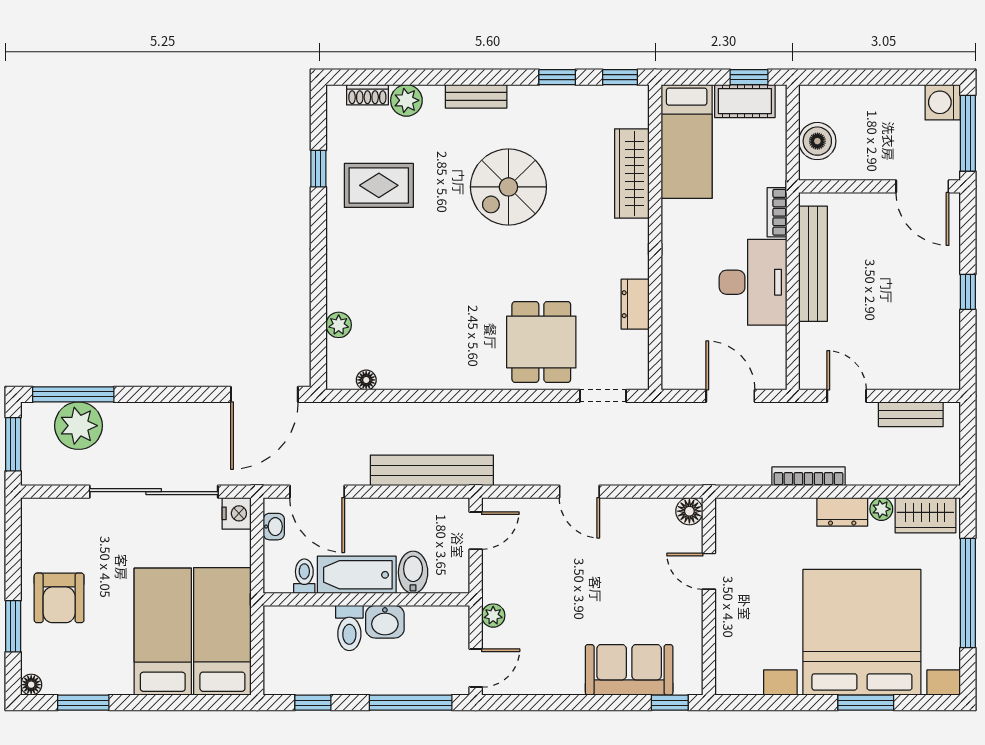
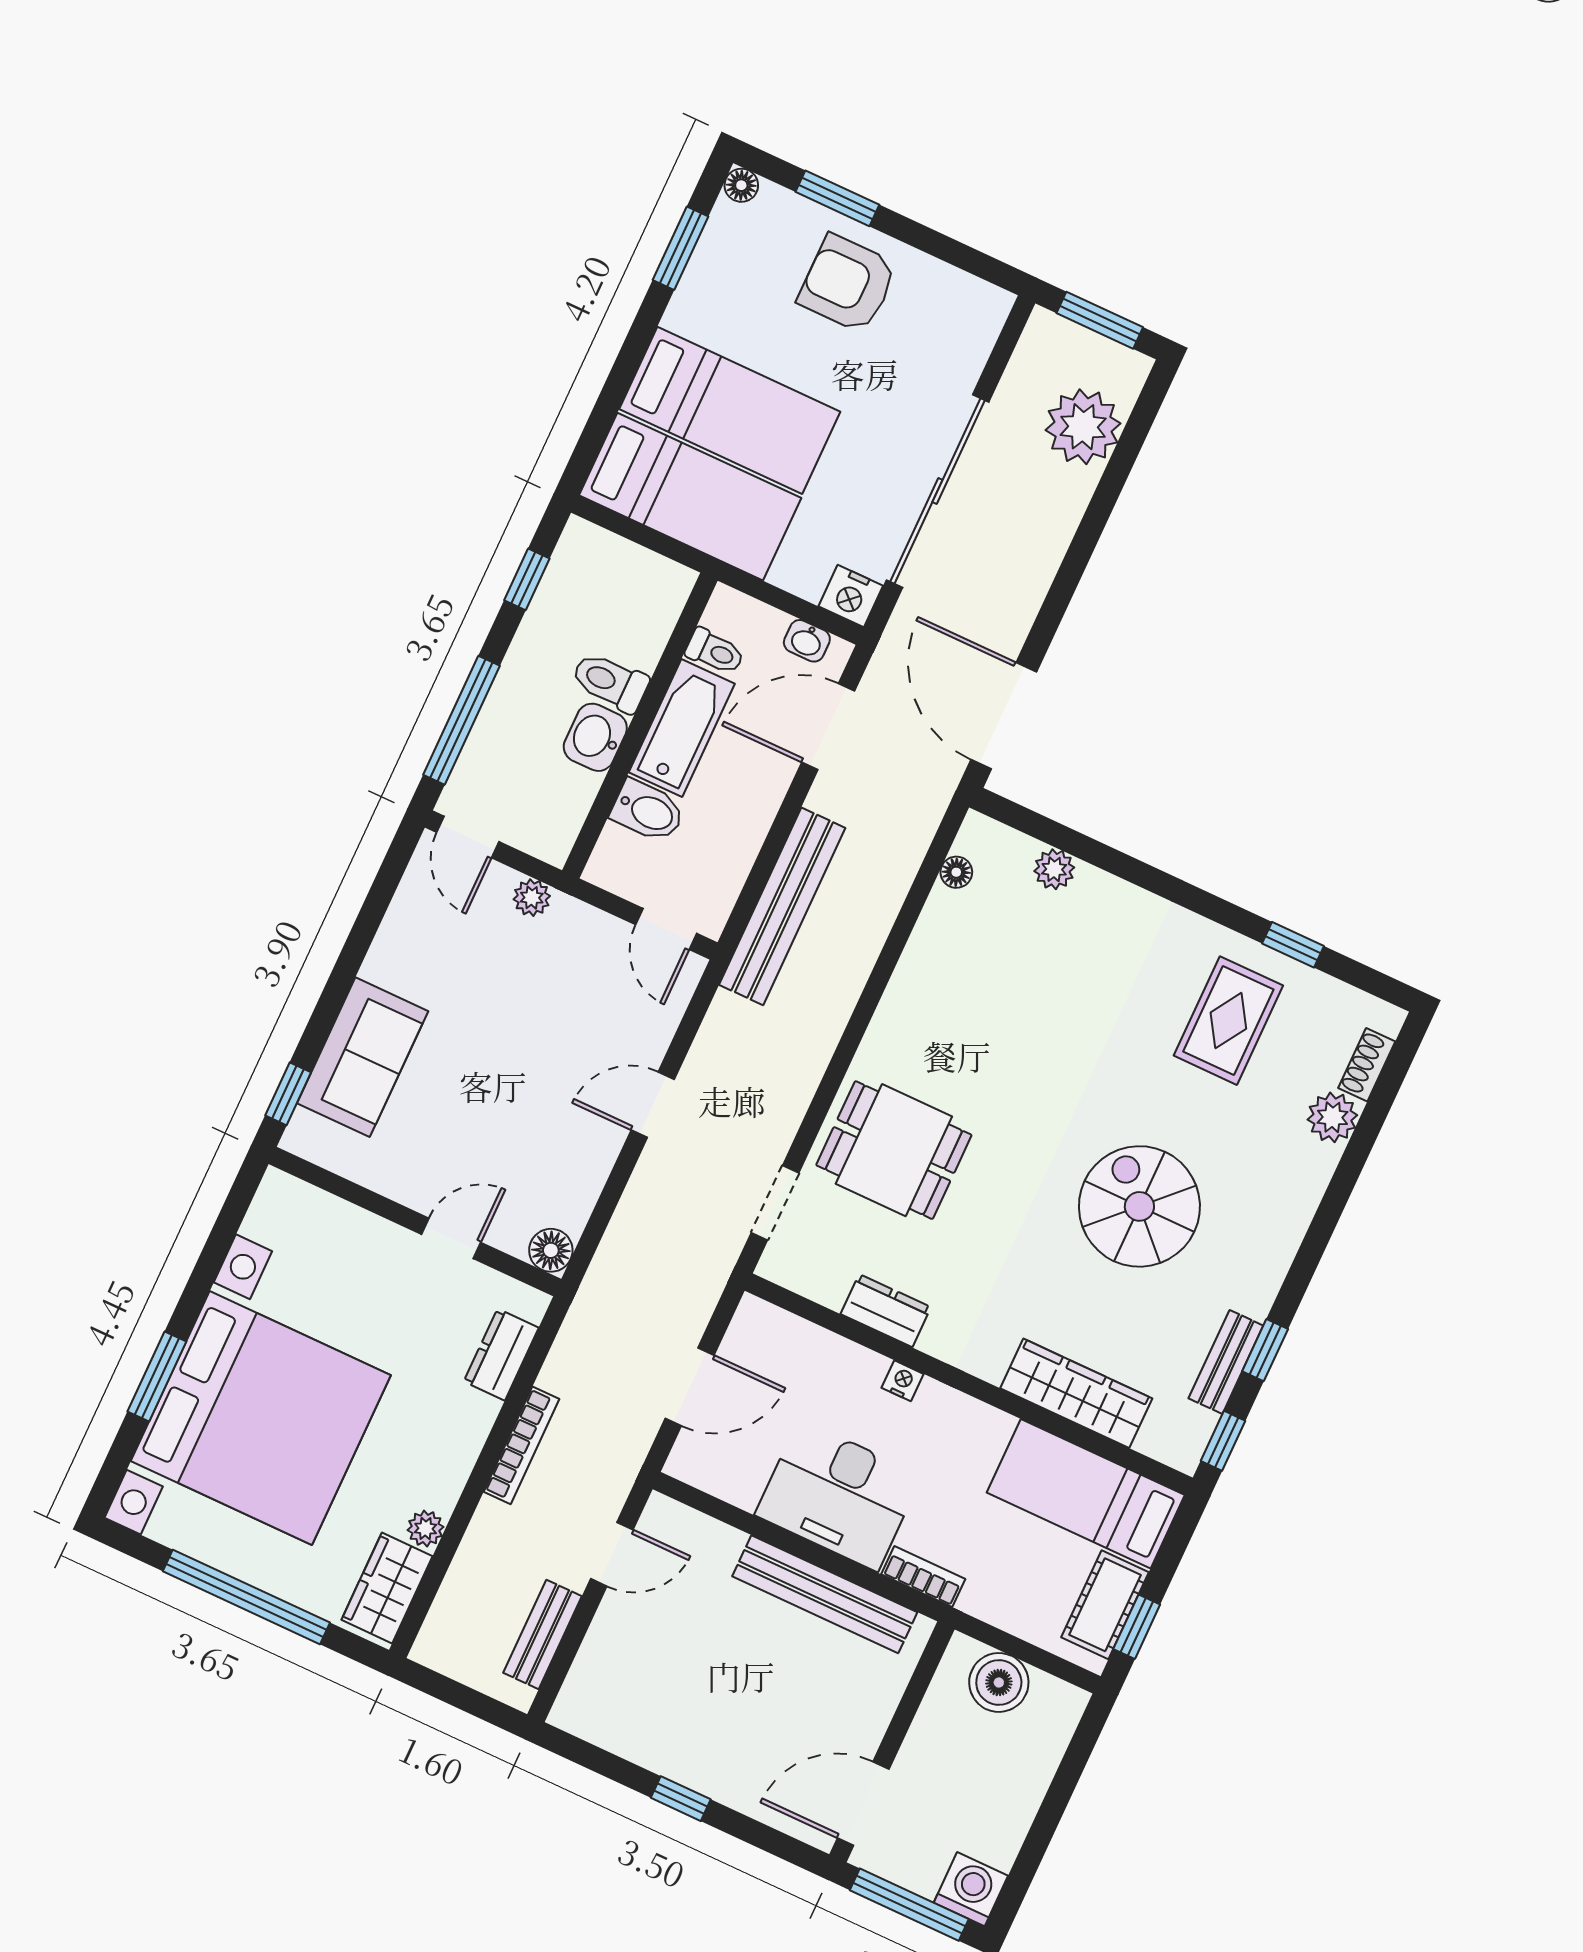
bench: (476, 96) -> (1226, 1362), moved
nightstand: (671, 276) -> (903, 1381), added
window: (73, 394) -> (1132, 440), removed
dresser: (842, 512) -> (501, 1355), moved

